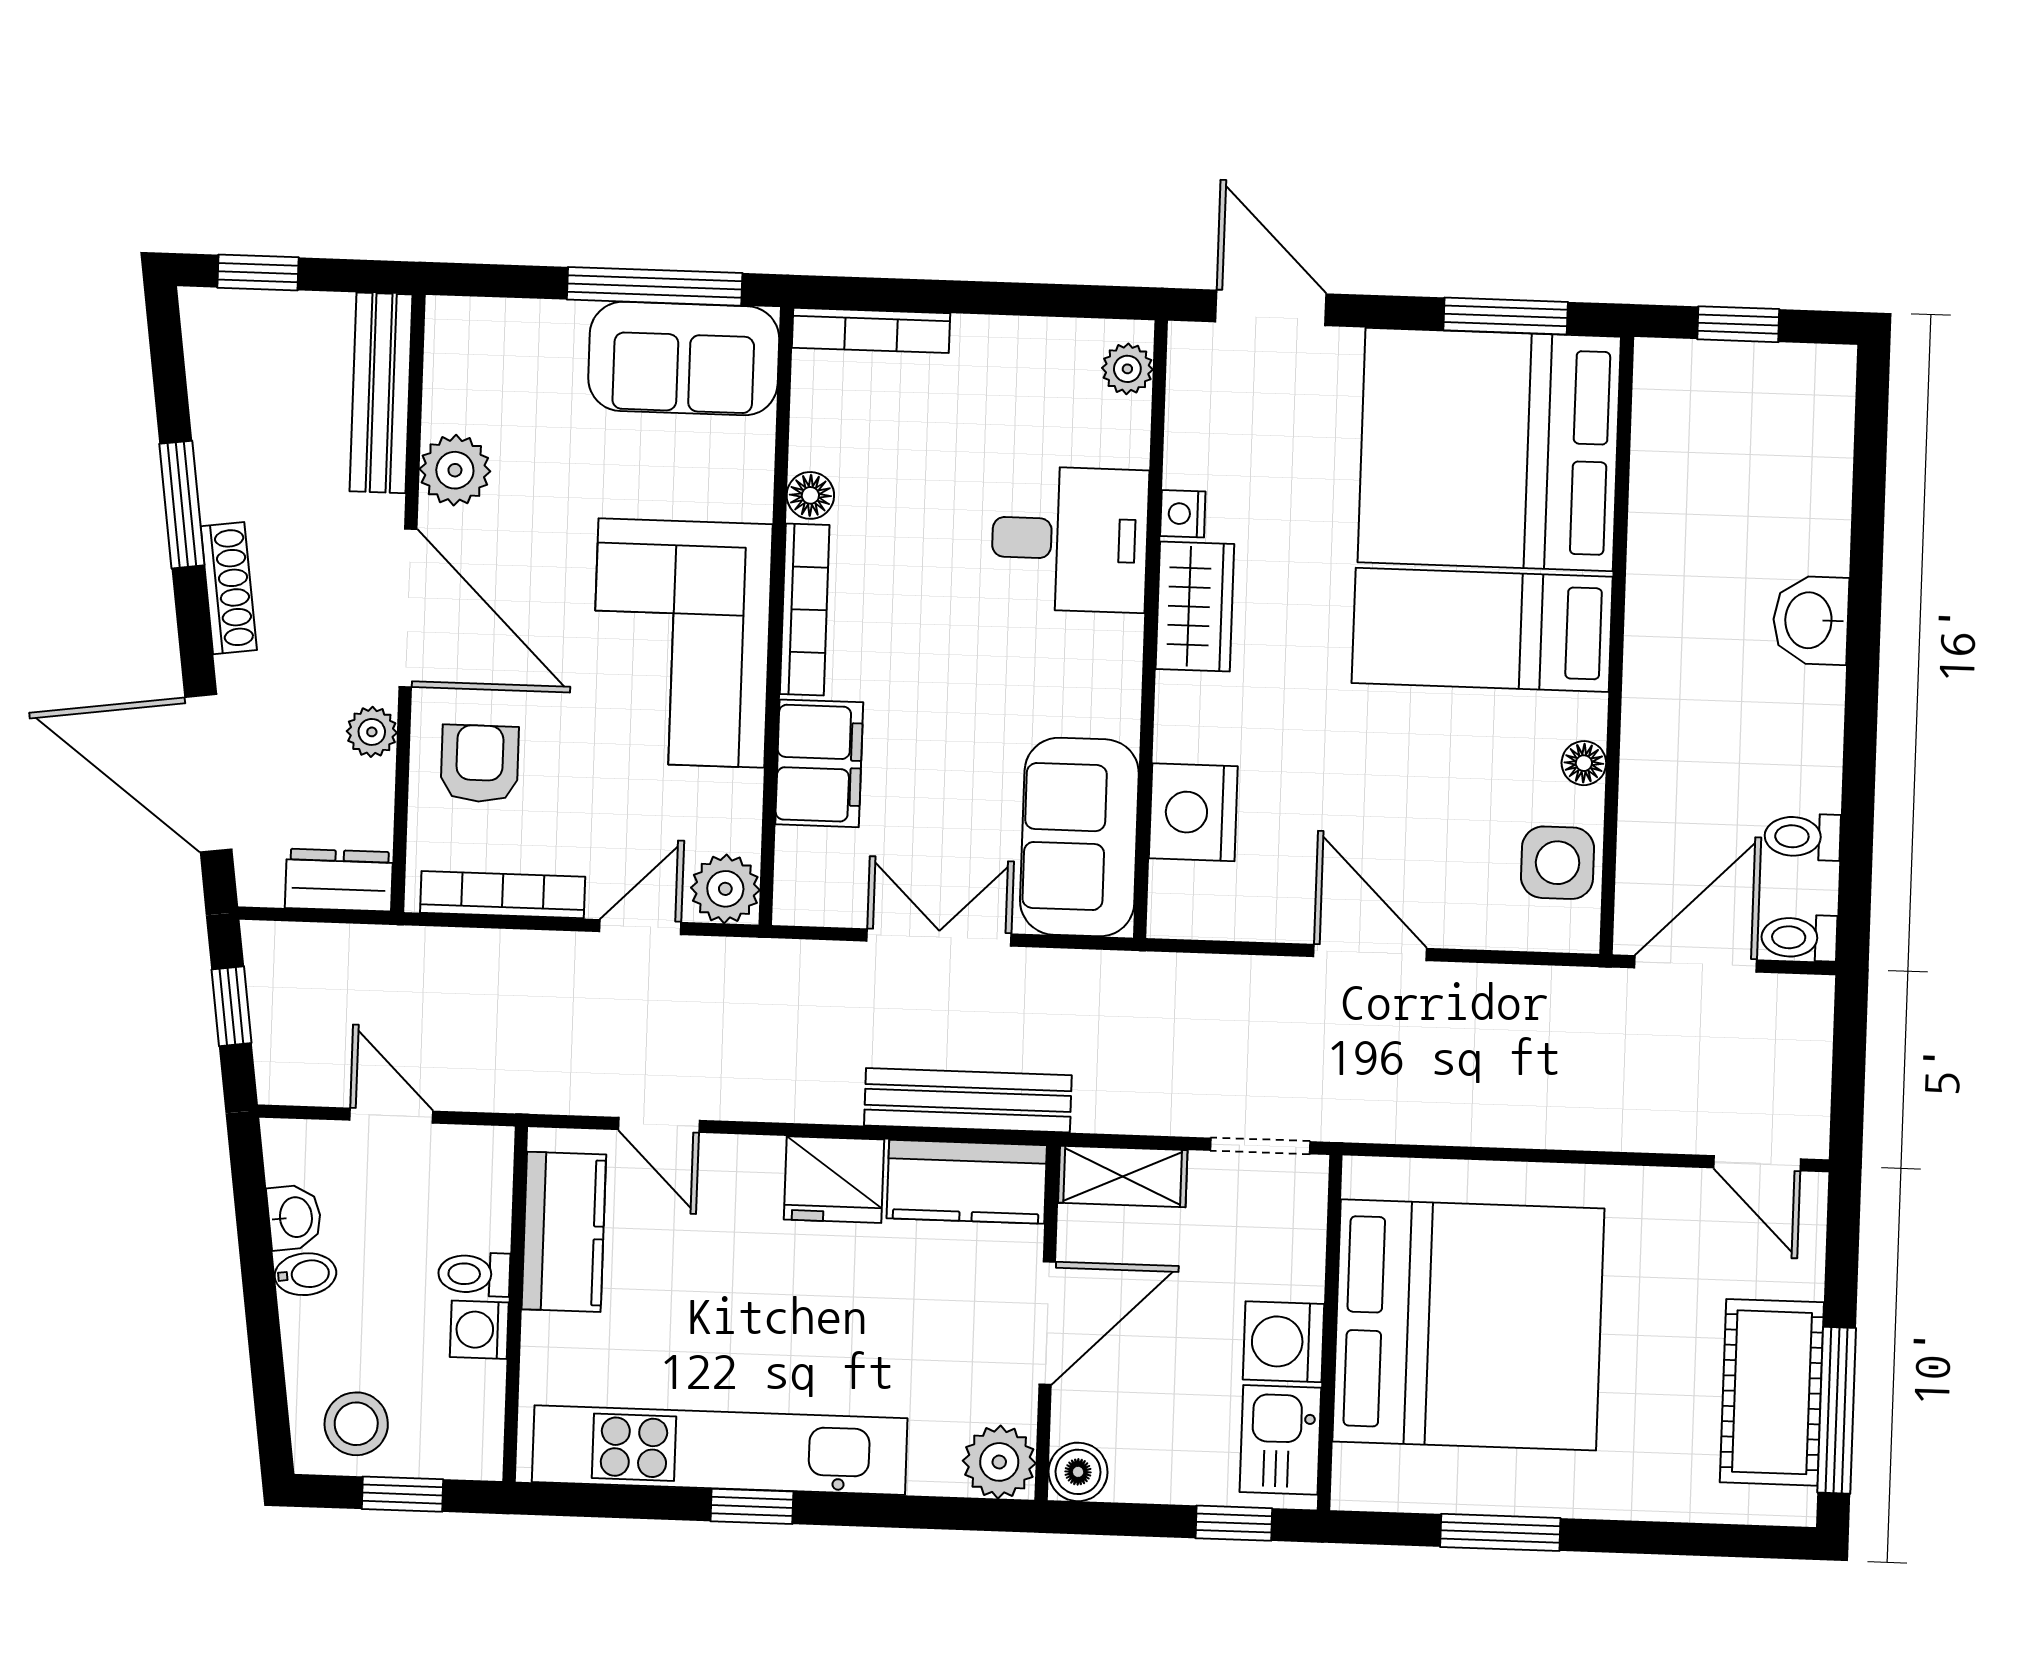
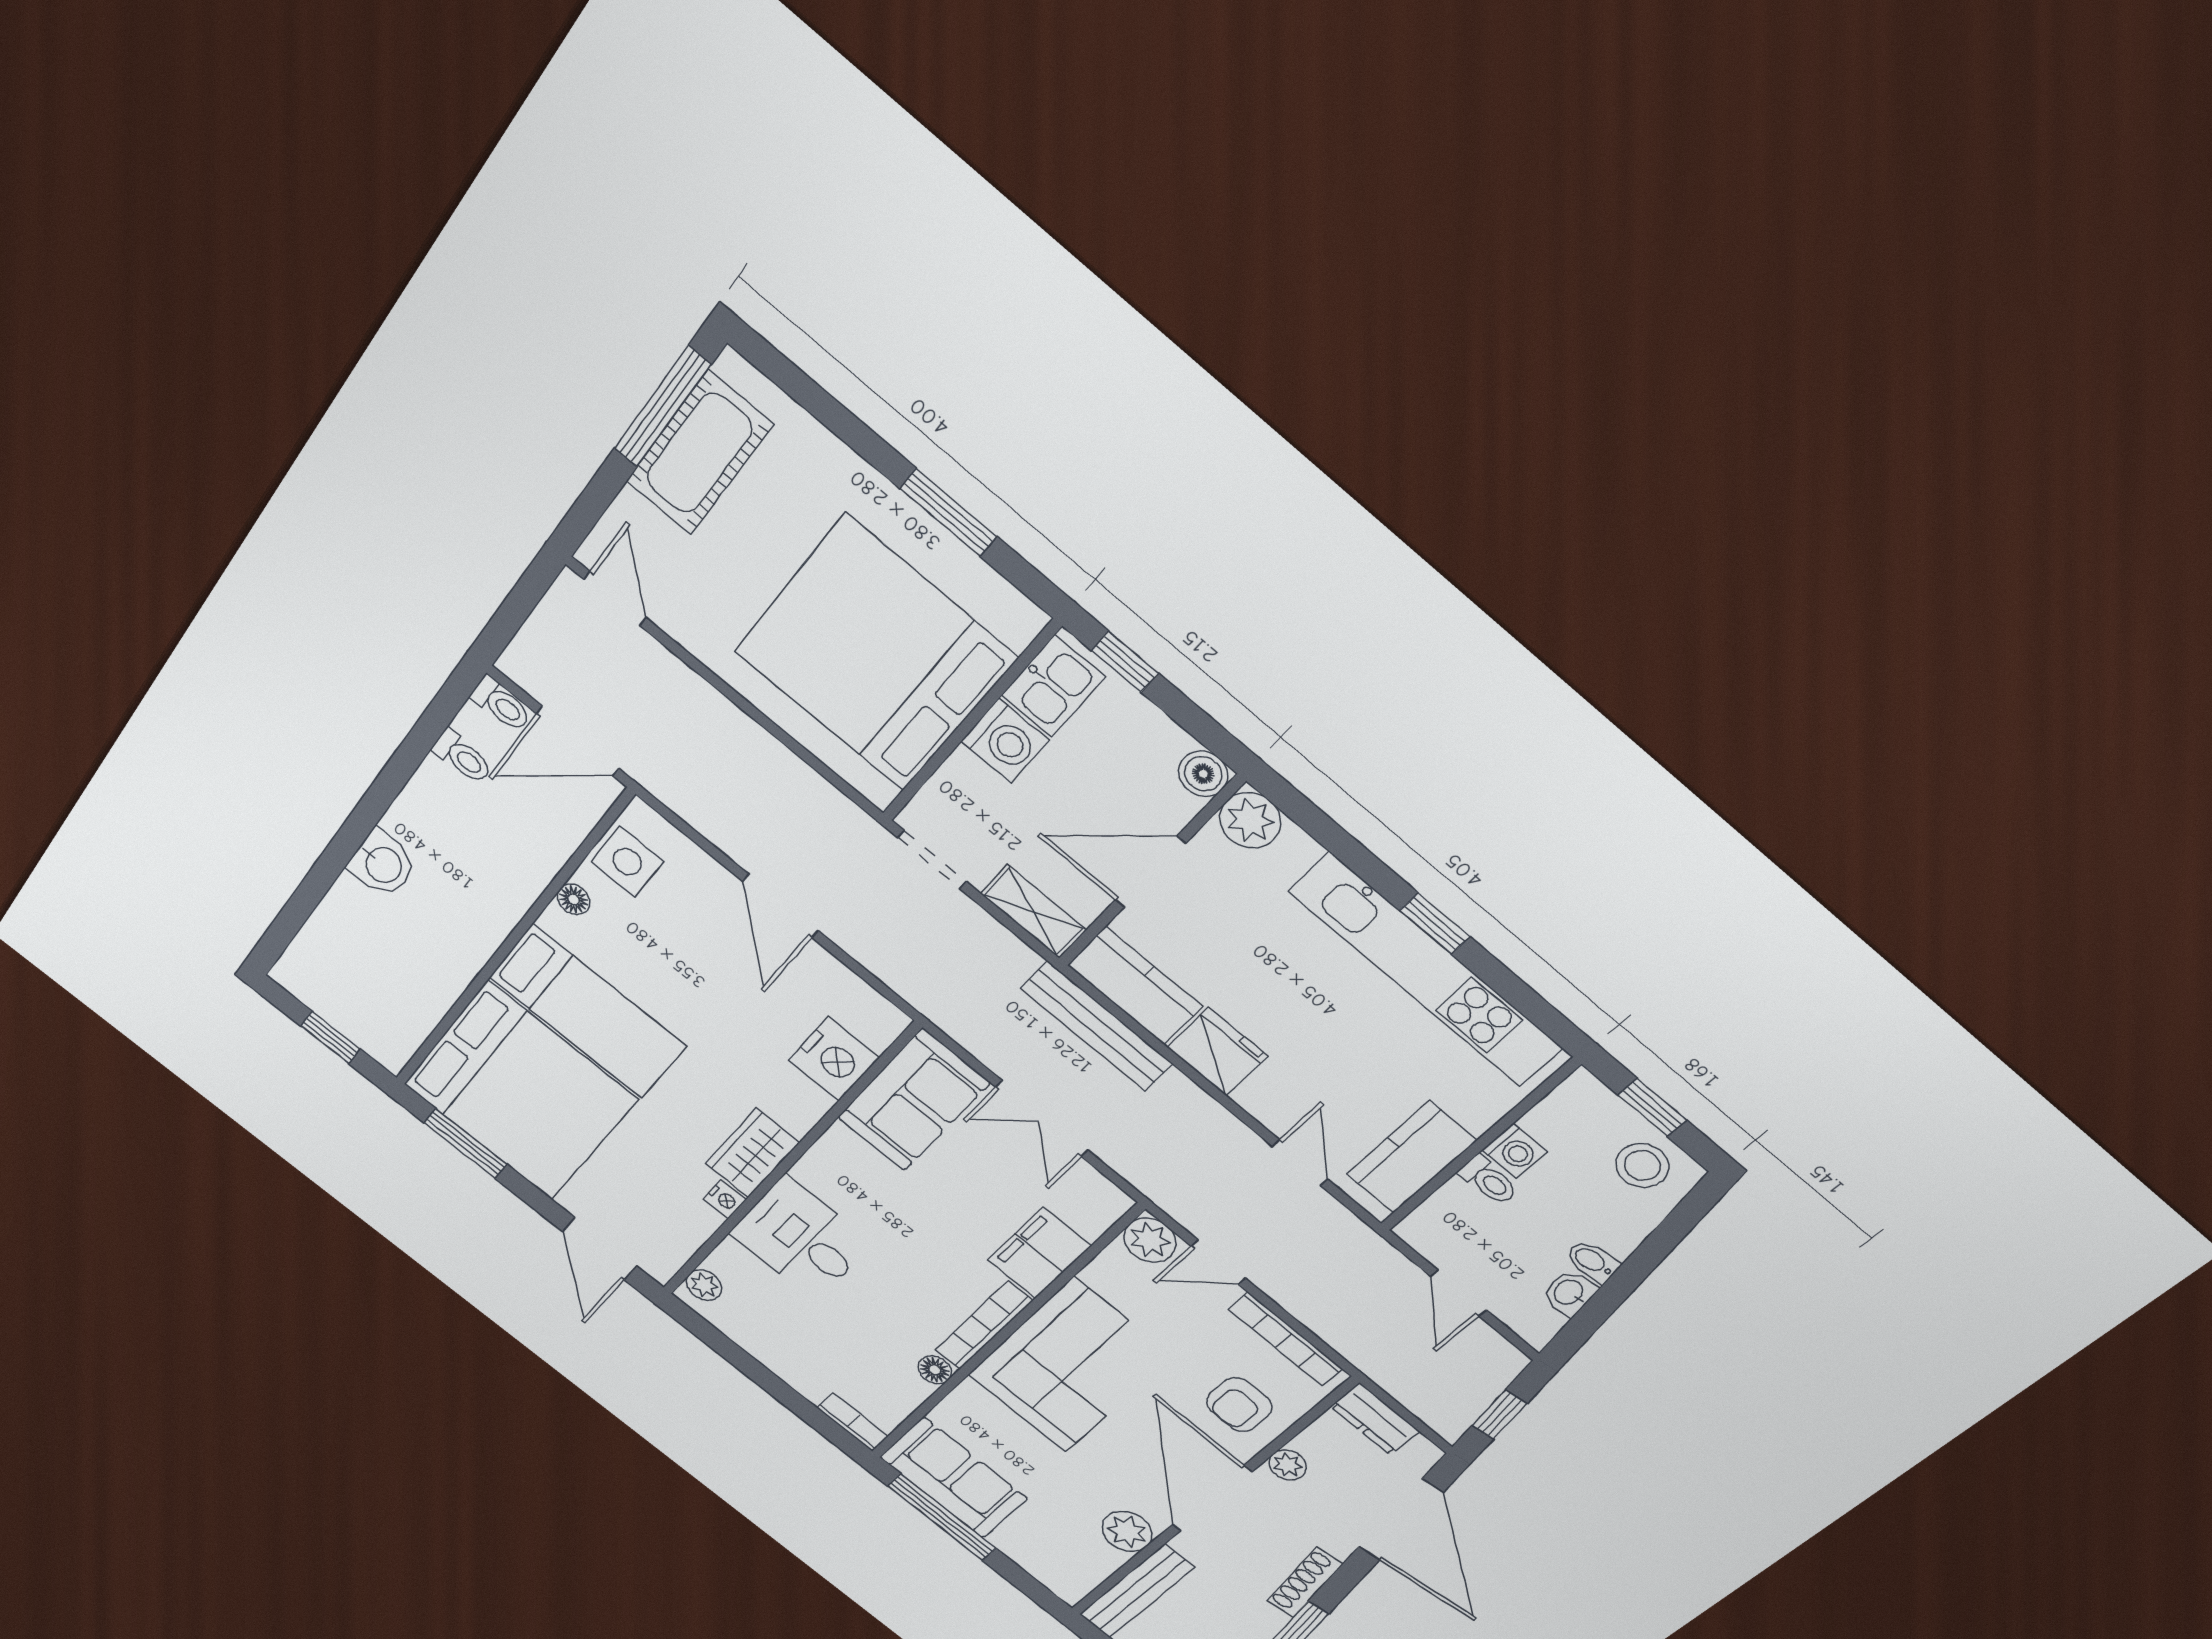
bookcase: (871, 330) -> (852, 1422), width x0.64

